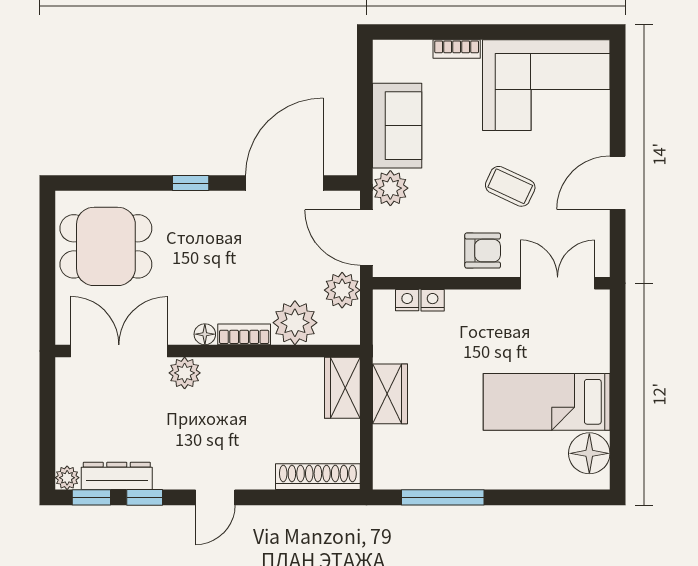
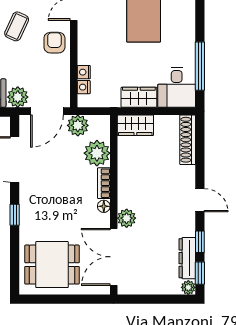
dining table: (106, 246) -> (52, 265), turned 90
desk: (407, 458) -> (177, 87), added

